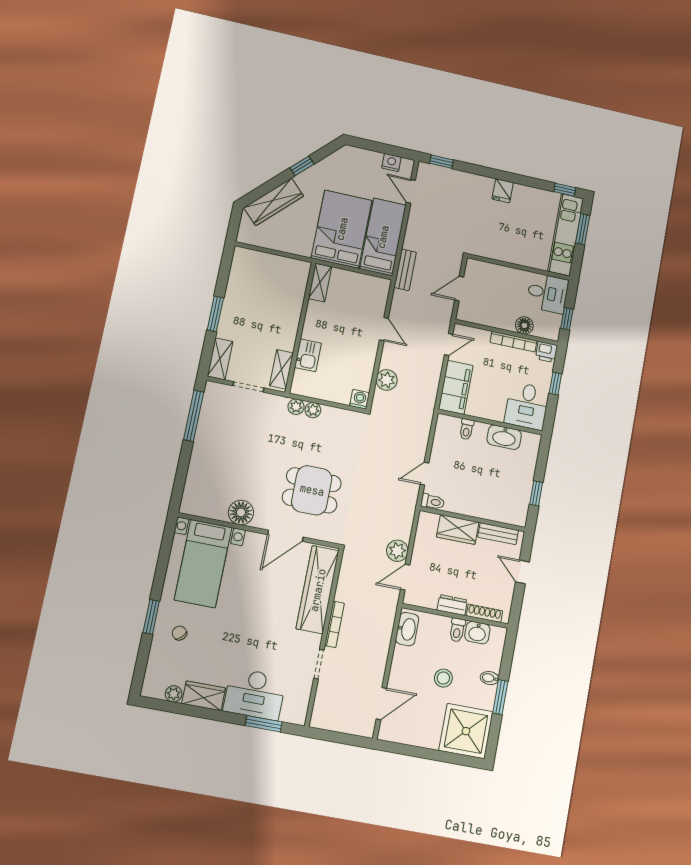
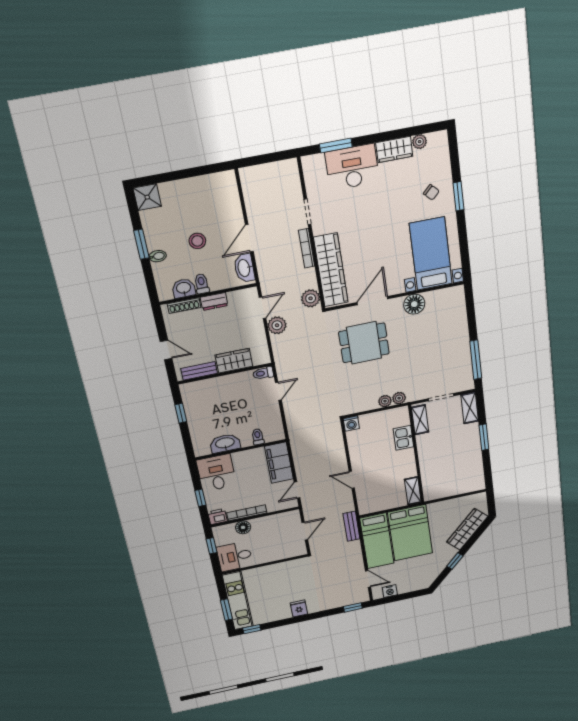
plant: (387, 380) -> (311, 298), moved
door: (381, 704) -> (249, 238), moved
shower: (466, 731) -> (147, 197), width x0.54, depth x0.54

